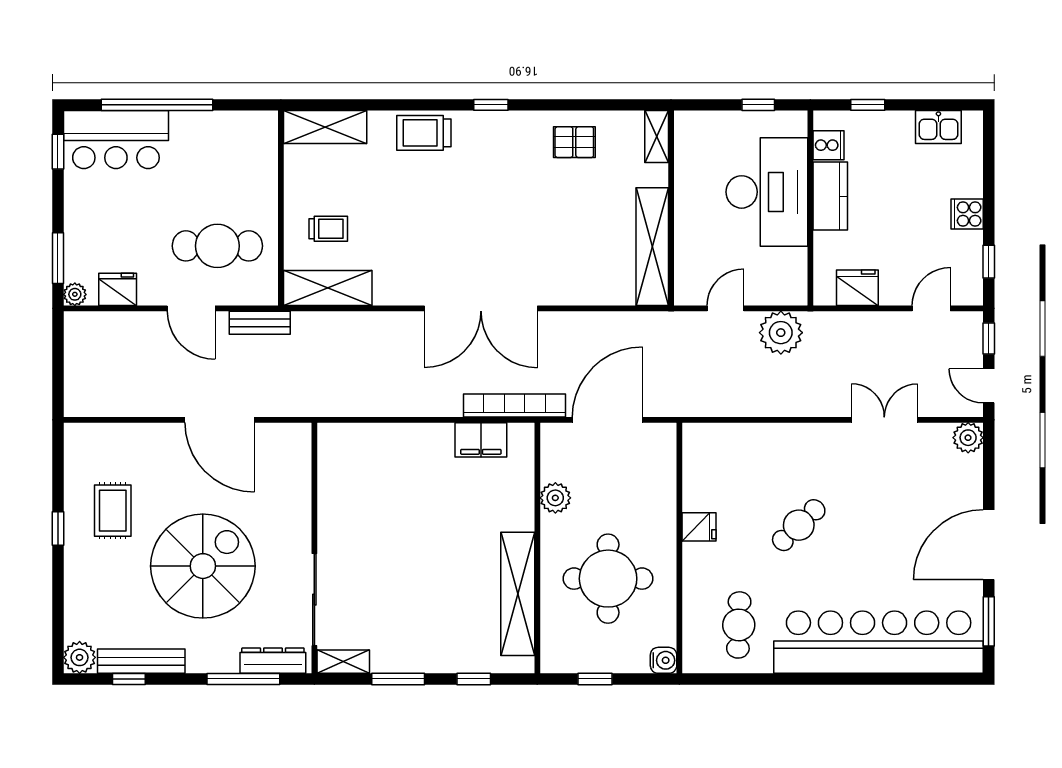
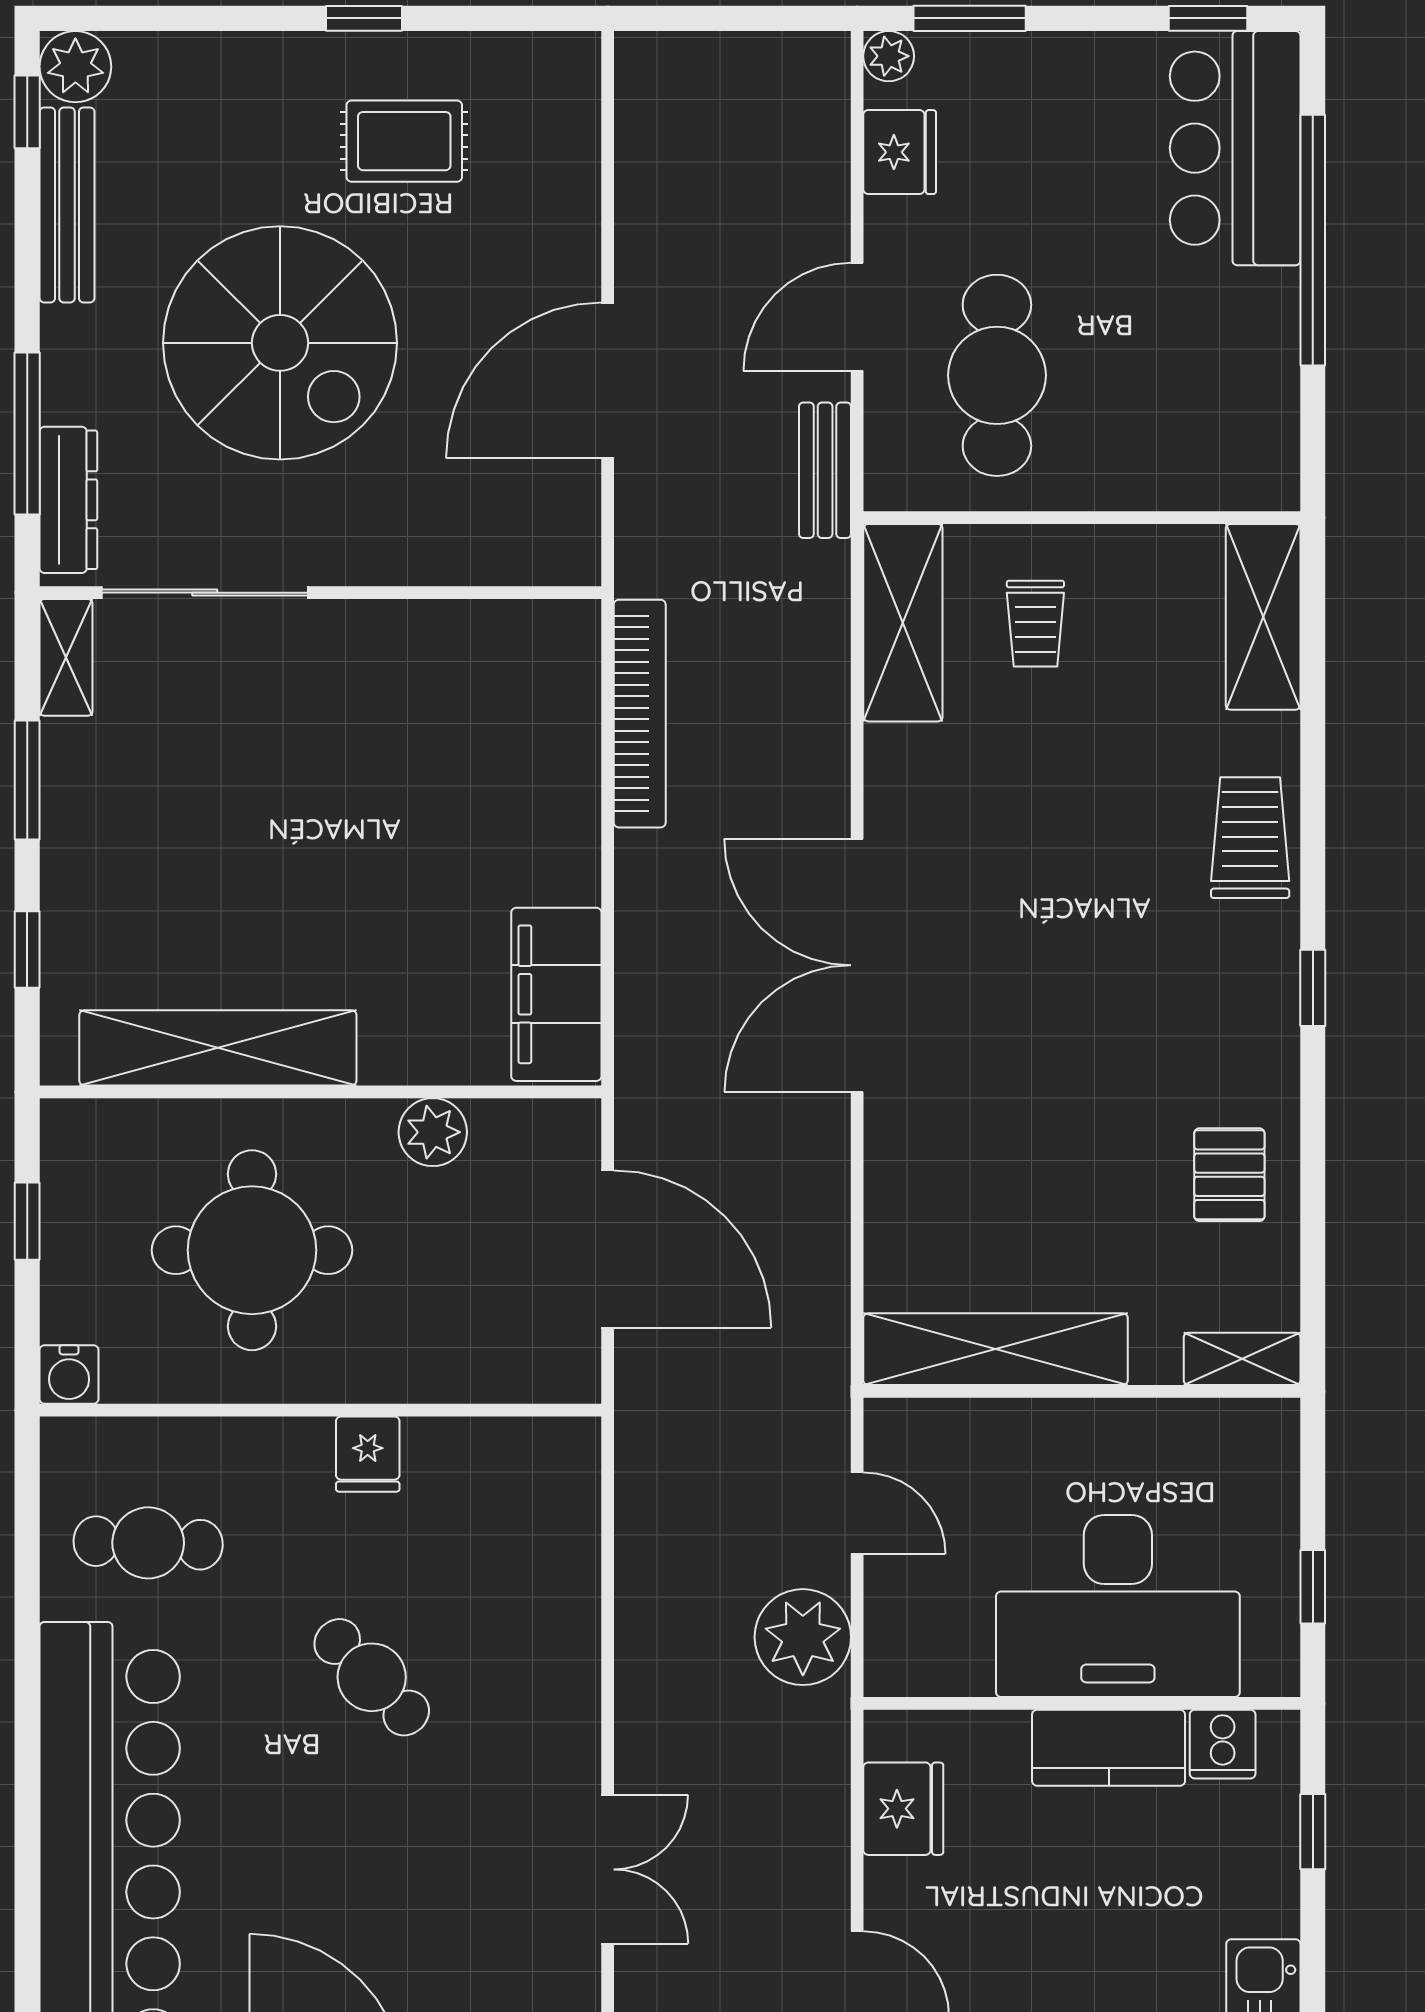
bookcase: (515, 405) -> (640, 714), moved
filing cabinet: (481, 440) -> (556, 994), width x1.50, depth x1.17
window: (129, 679) -> (27, 112), moved

